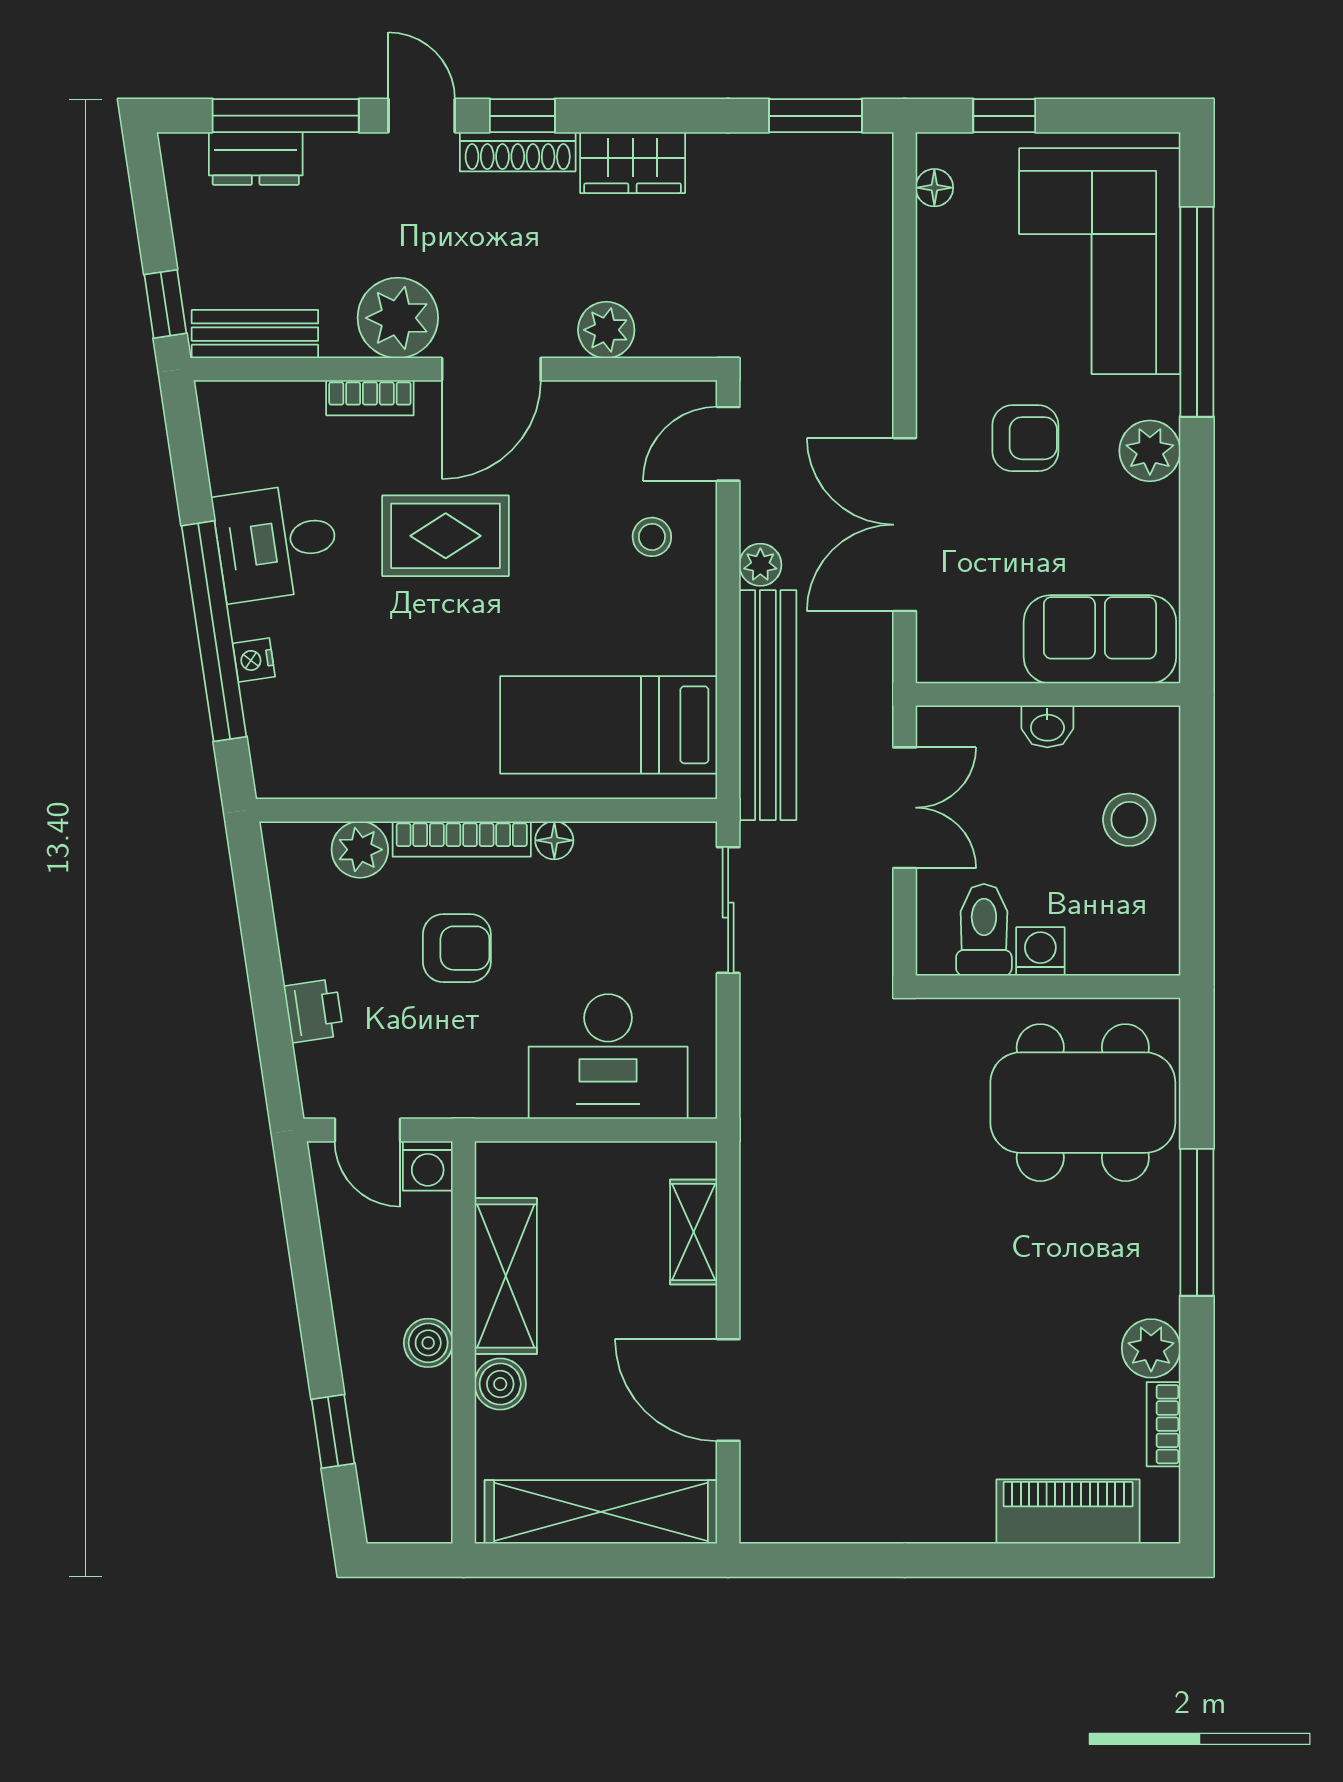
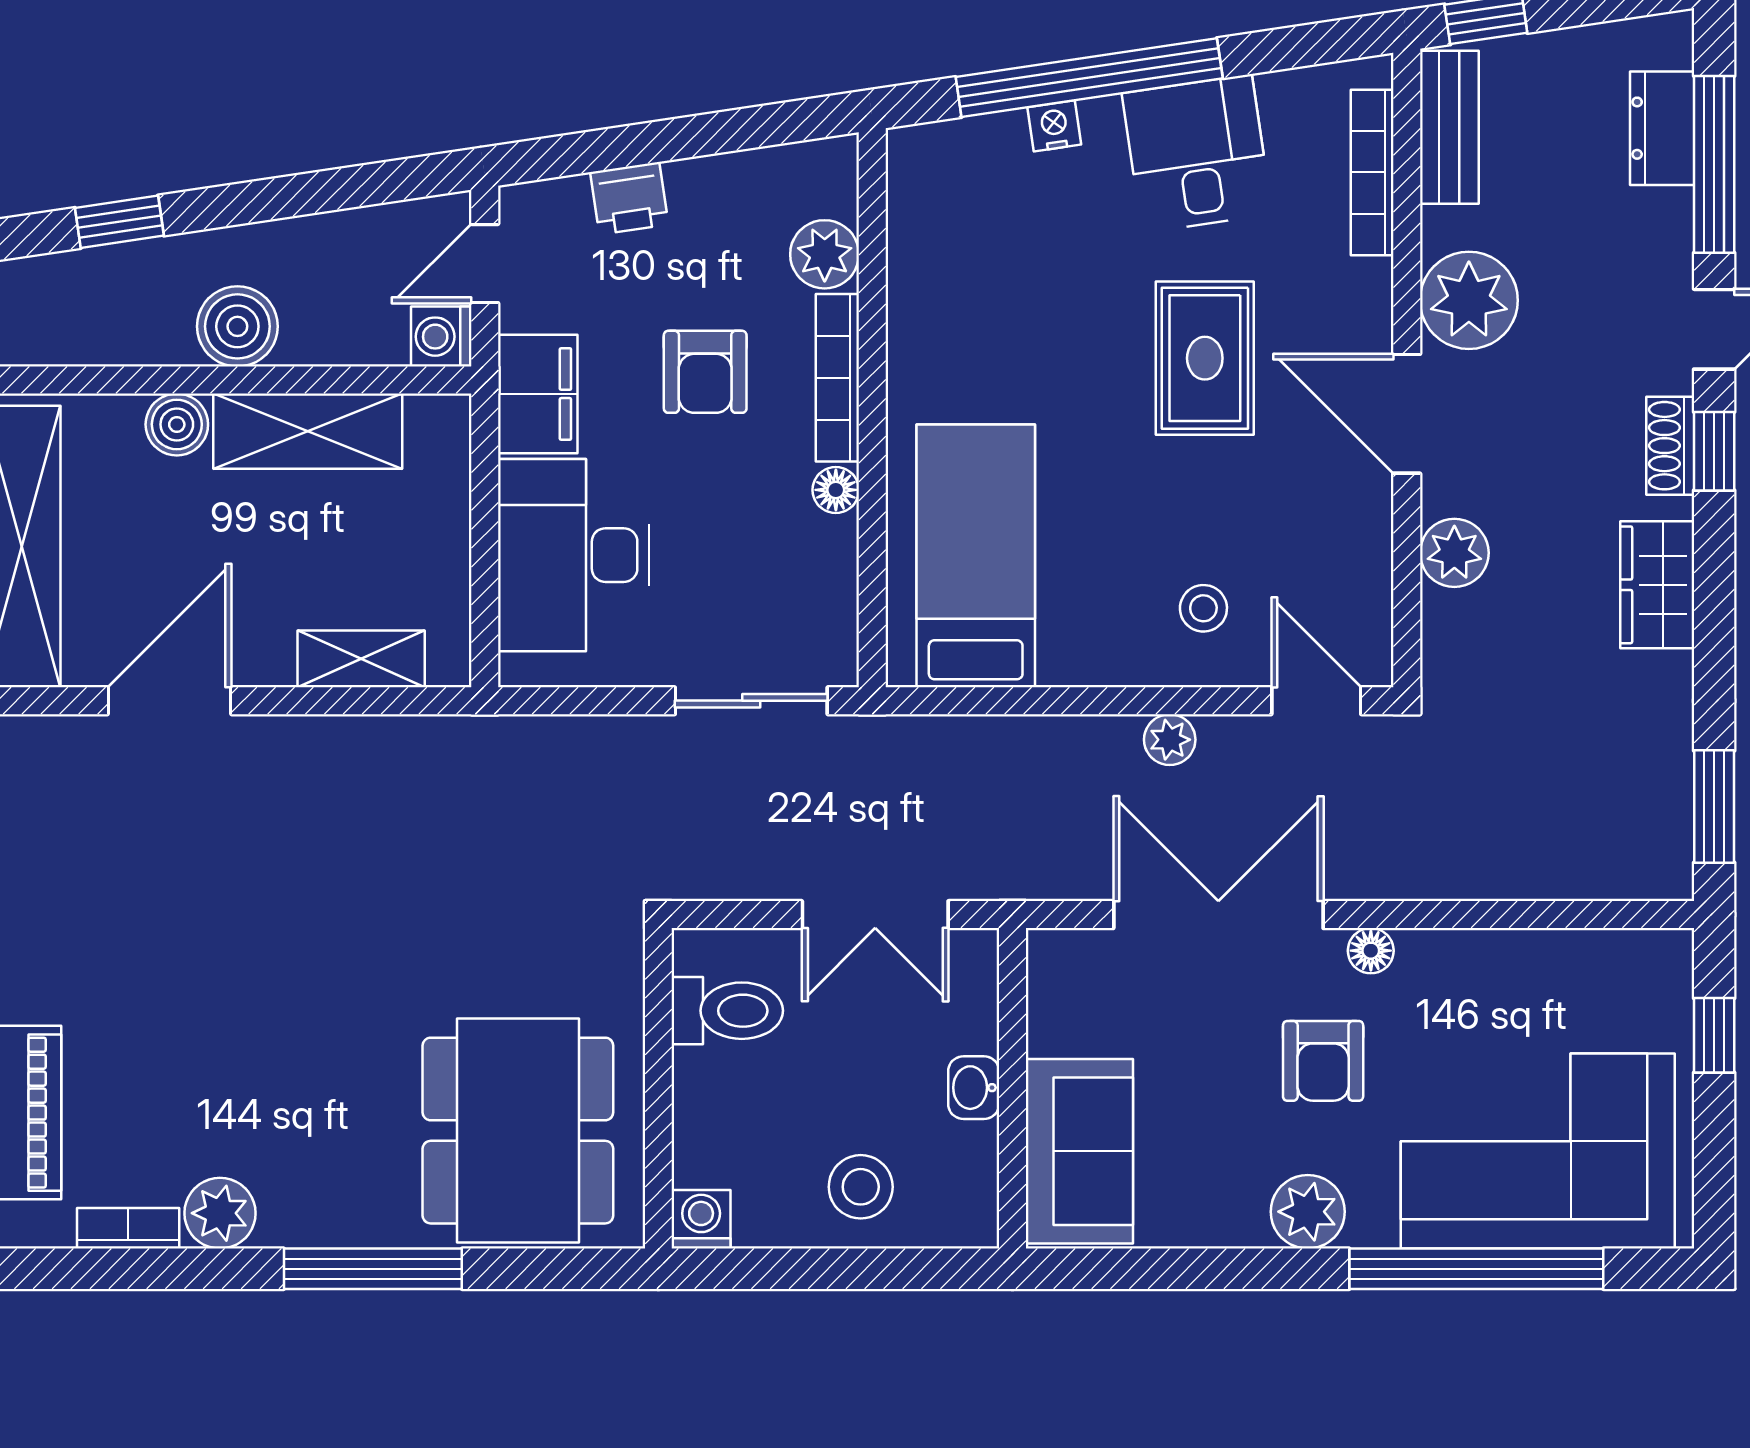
shoe rack: (518, 152) -> (1670, 446), width x0.70
floor lamp: (934, 188) -> (1371, 951), moved
bookcase: (370, 398) -> (1372, 172), moved, width x1.56
bench: (768, 705) -> (1000, 749), removed
washing machine: (1040, 951) -> (701, 1219), moved, turned -90
filing cabinet: (475, 1086) -> (538, 394), added
boiler: (428, 1343) -> (237, 326), width x1.36, depth x1.36

